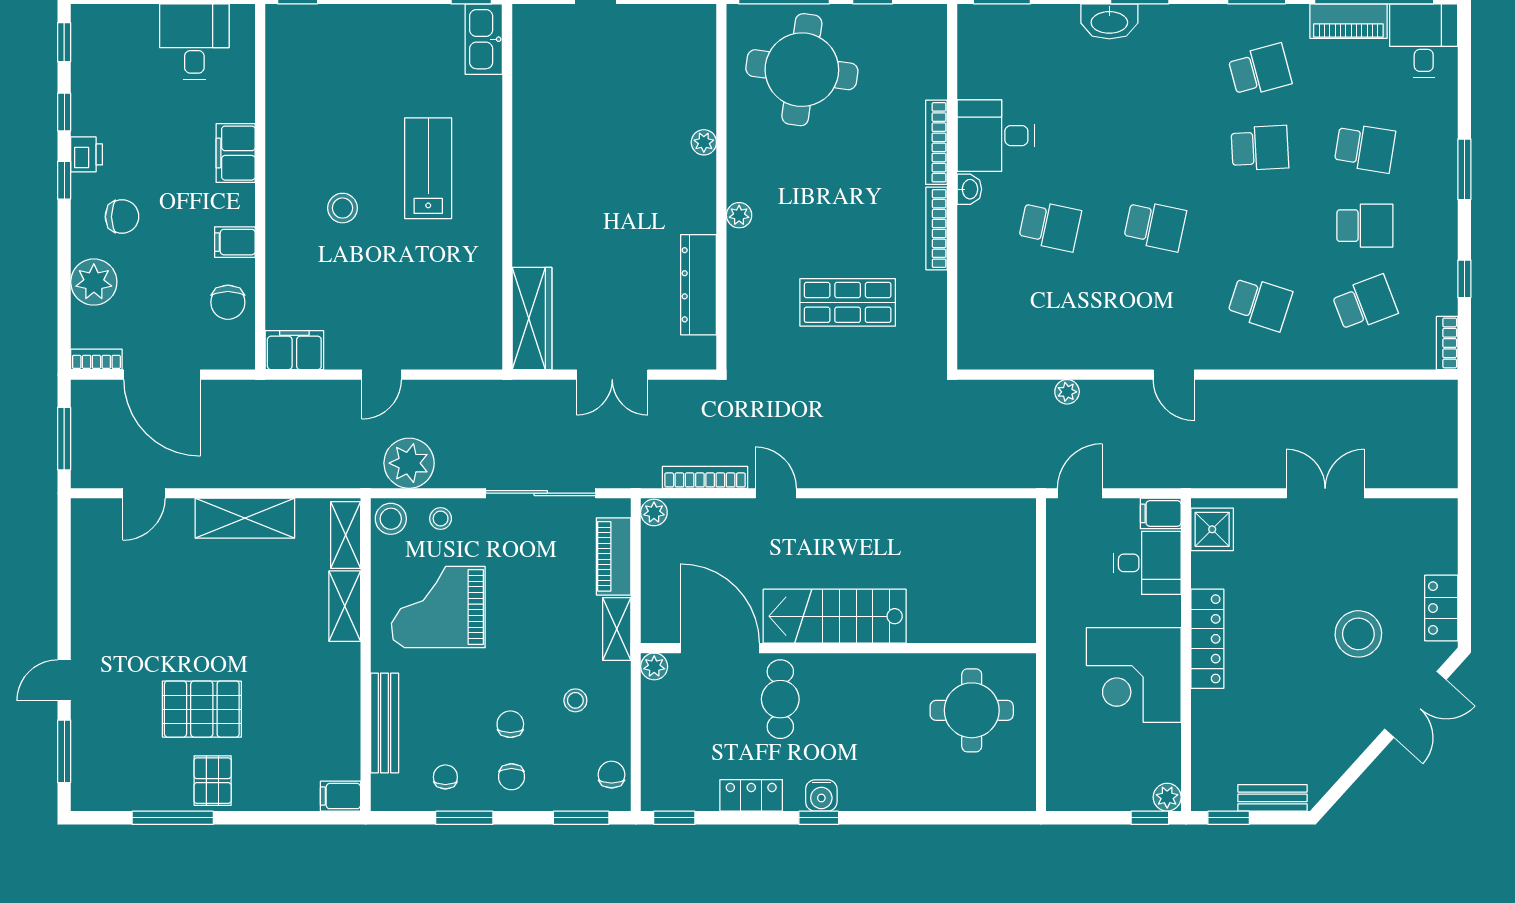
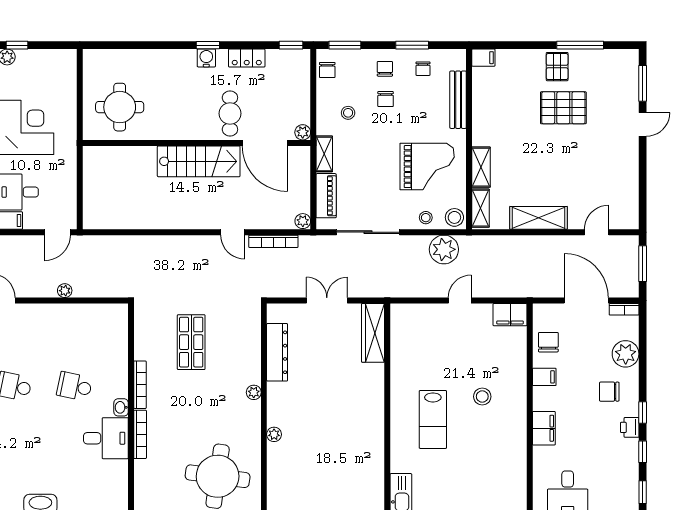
shop shelf: (848, 302) -> (191, 342), turned 90

